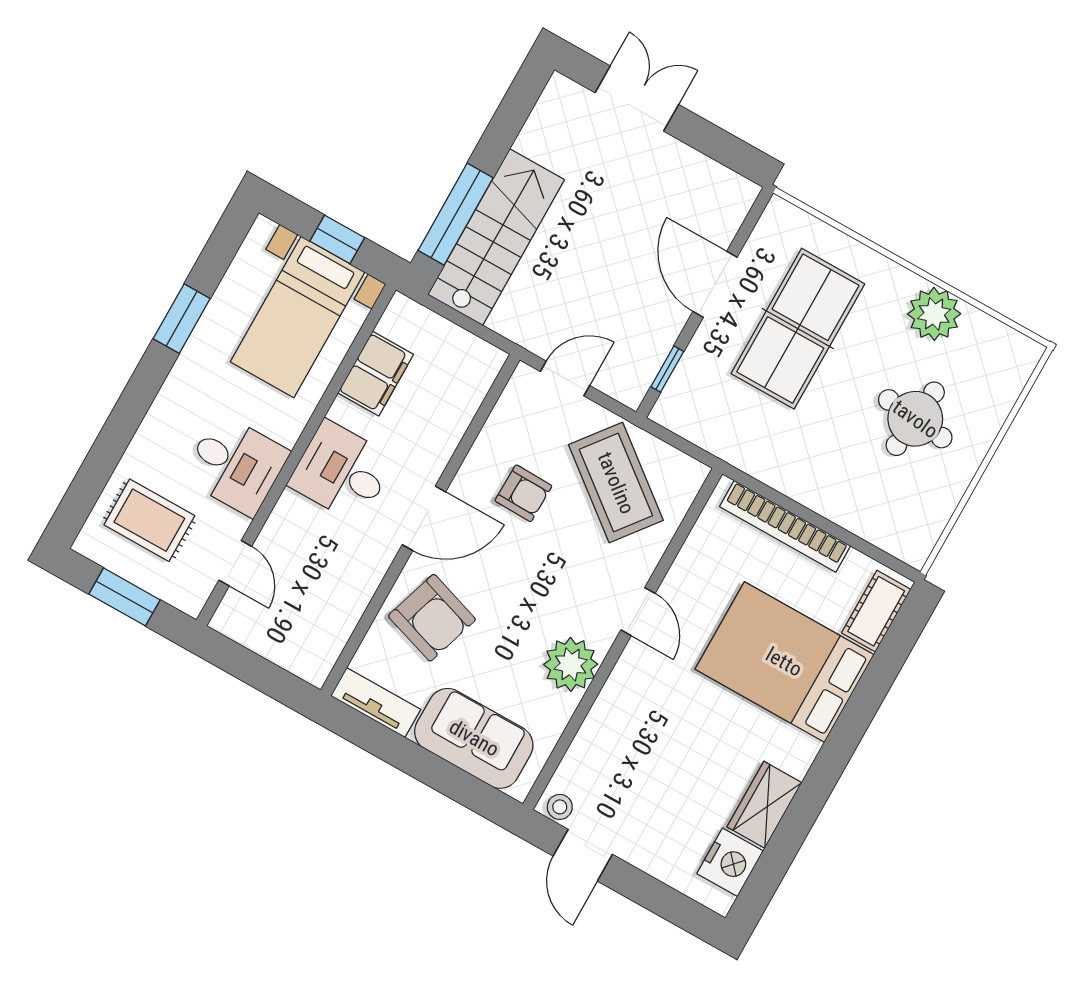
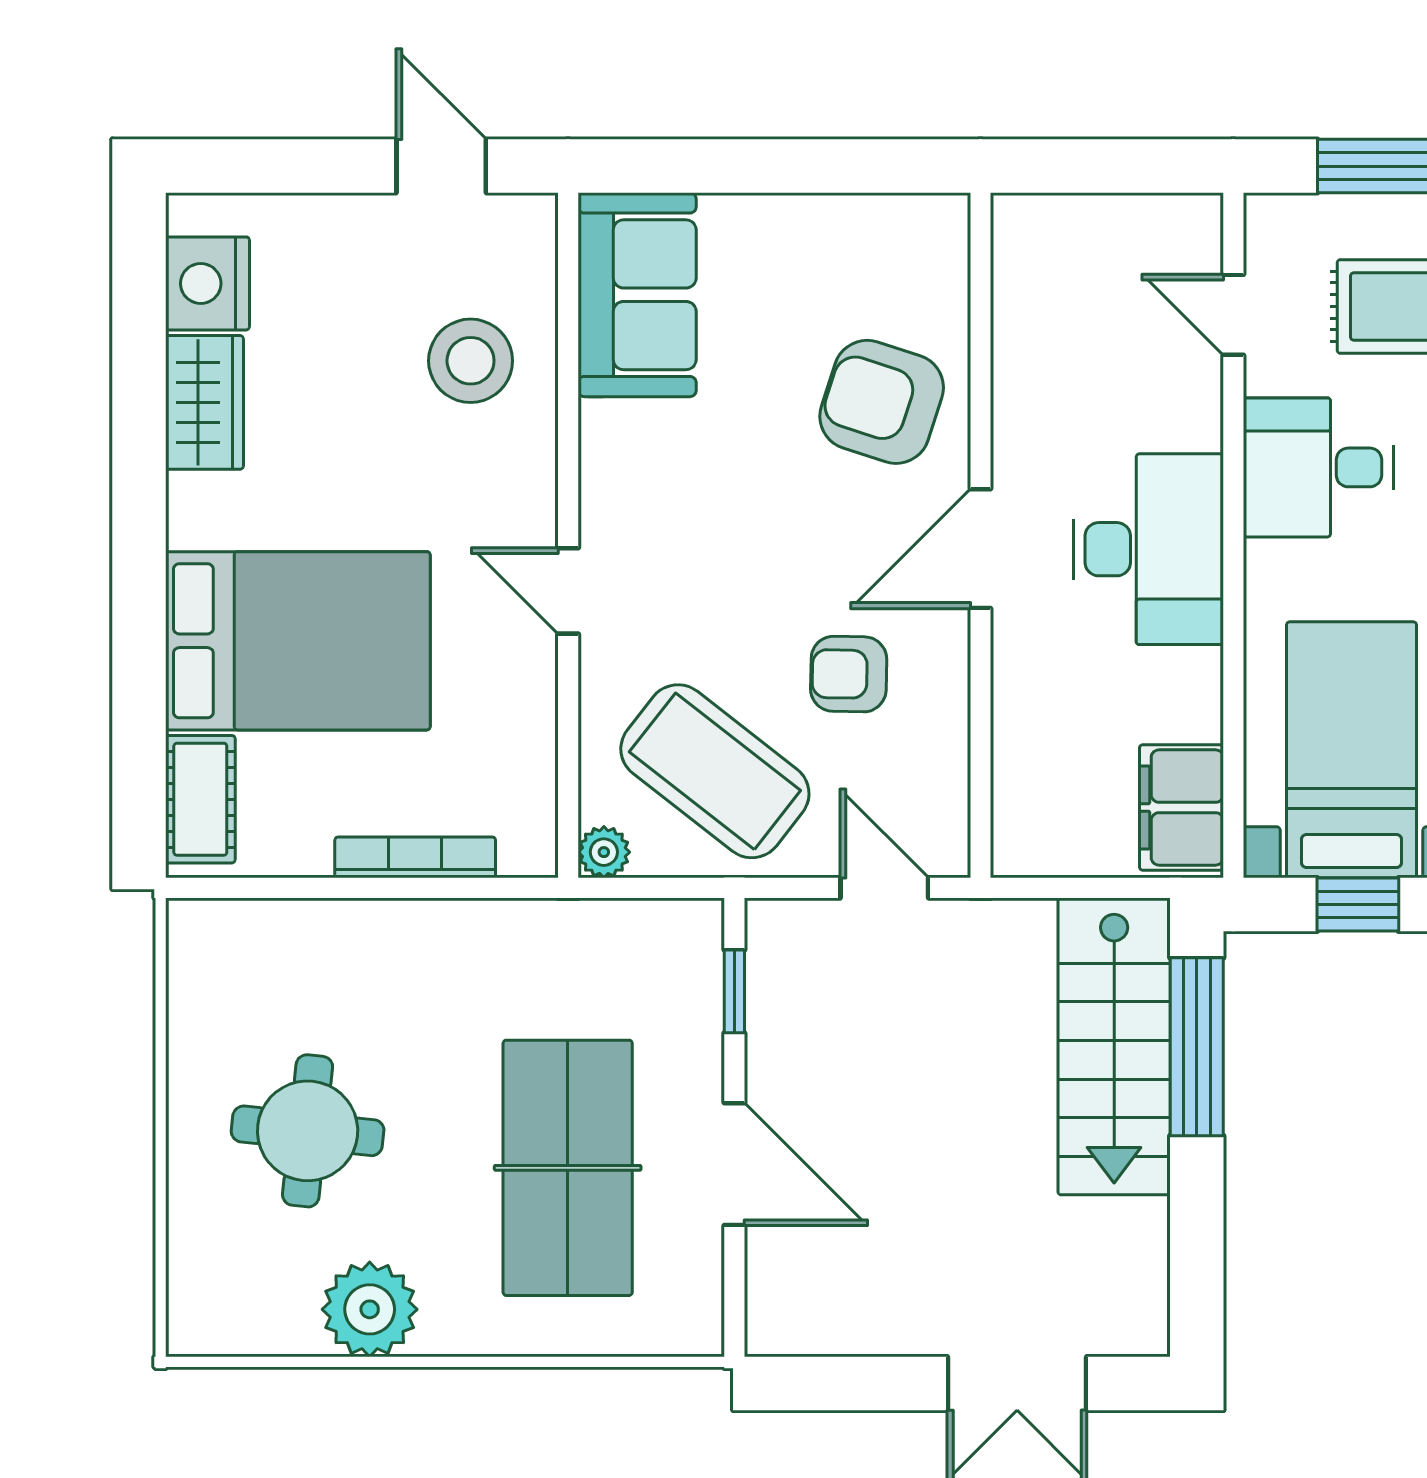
filing cabinet: (376, 374) -> (1181, 807), moved
door: (565, 378) -> (884, 888), swing flipped
desk: (342, 472) -> (1148, 549), width x1.37
bookcase: (785, 526) -> (415, 857), width x0.68, depth x0.76
plant: (571, 664) -> (604, 852), moved, width x0.53, depth x0.53
tv unit: (376, 703) -> (895, 222), removed
sofa: (474, 738) -> (637, 295), moved, turned -90
stool: (560, 807) -> (471, 361), moved, width x1.89, depth x1.89

